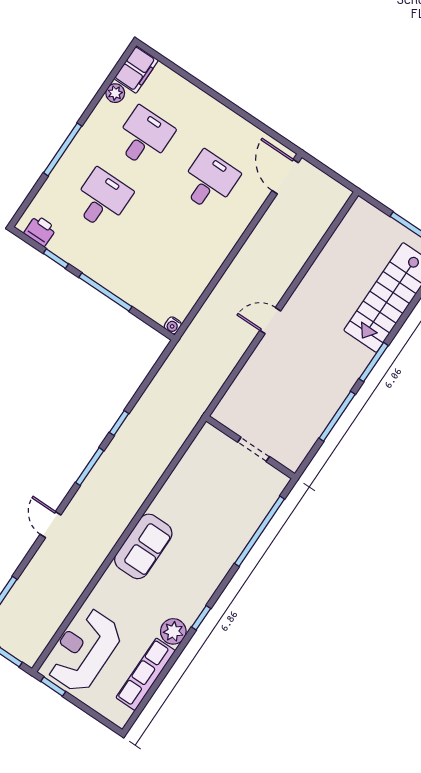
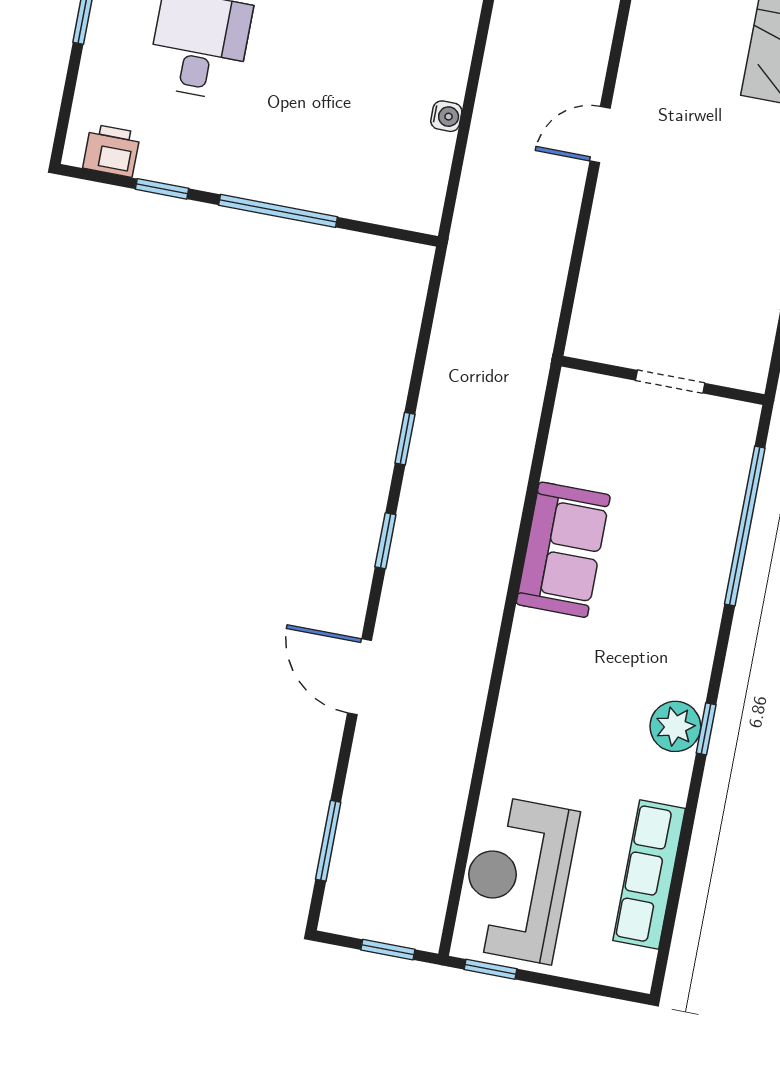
water cooler: (173, 325) -> (446, 116), moved, turned -90
window: (90, 467) -> (385, 541), width x0.67
door: (50, 525) -> (359, 677), width x1.37
sofa: (143, 546) -> (563, 550), moved
plant: (173, 631) -> (675, 726), moved

